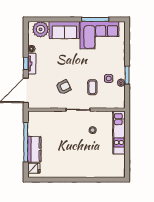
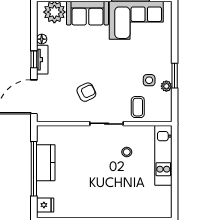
coffee table: (92, 87) -> (138, 107), moved
kitchen counter: (34, 149) -> (46, 163), moved

